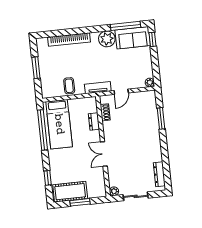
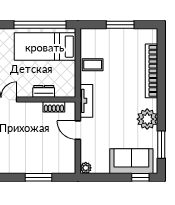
window: (126, 26) -> (161, 145), width x0.69
sofa: (133, 38) -> (131, 161), moved, turned 90

